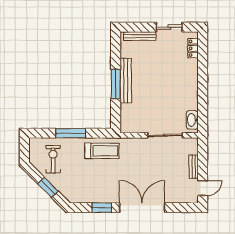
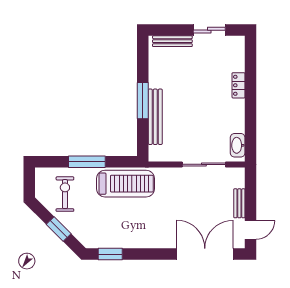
locker: (193, 48) -> (238, 85), moved
bench: (126, 81) -> (155, 117), moved
treadmill: (102, 151) -> (126, 184), width x1.37, depth x1.37
window: (102, 208) -> (110, 254), moved
double door: (142, 208) -> (205, 254), moved

